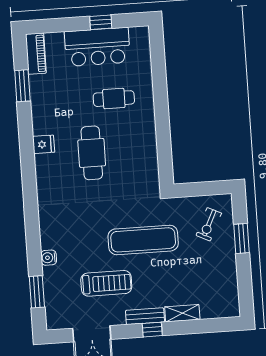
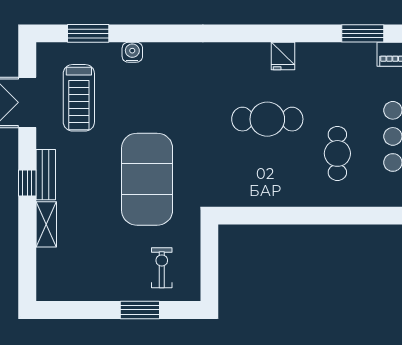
exercise bike: (209, 224) -> (162, 268), turned 64
exercise mat: (143, 240) -> (147, 179), width x1.47
treadmill: (106, 283) -> (79, 98), moved

